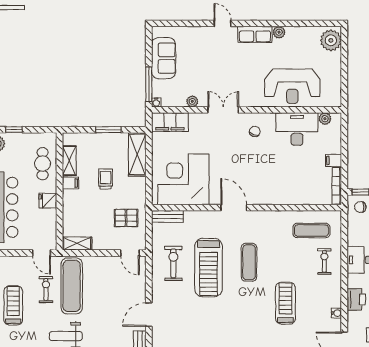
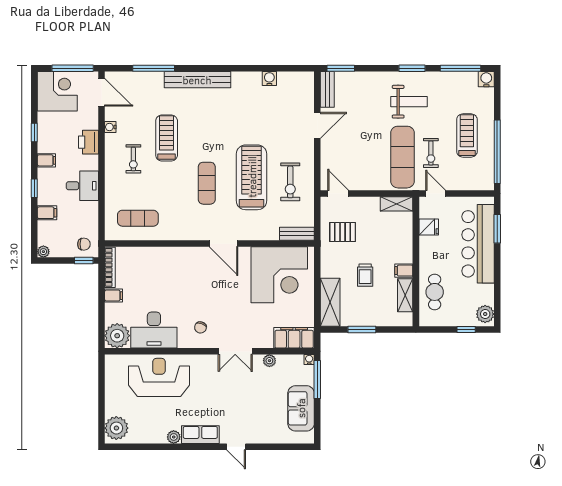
plant: (325, 119) -> (117, 336), width x1.88, depth x1.88
fridge: (48, 201) -> (429, 227), moved
exercise bike: (324, 261) -> (133, 159), moved
treadmill: (285, 303) -> (167, 138), turned 180
treadmill: (13, 305) -> (467, 135), turned 180

